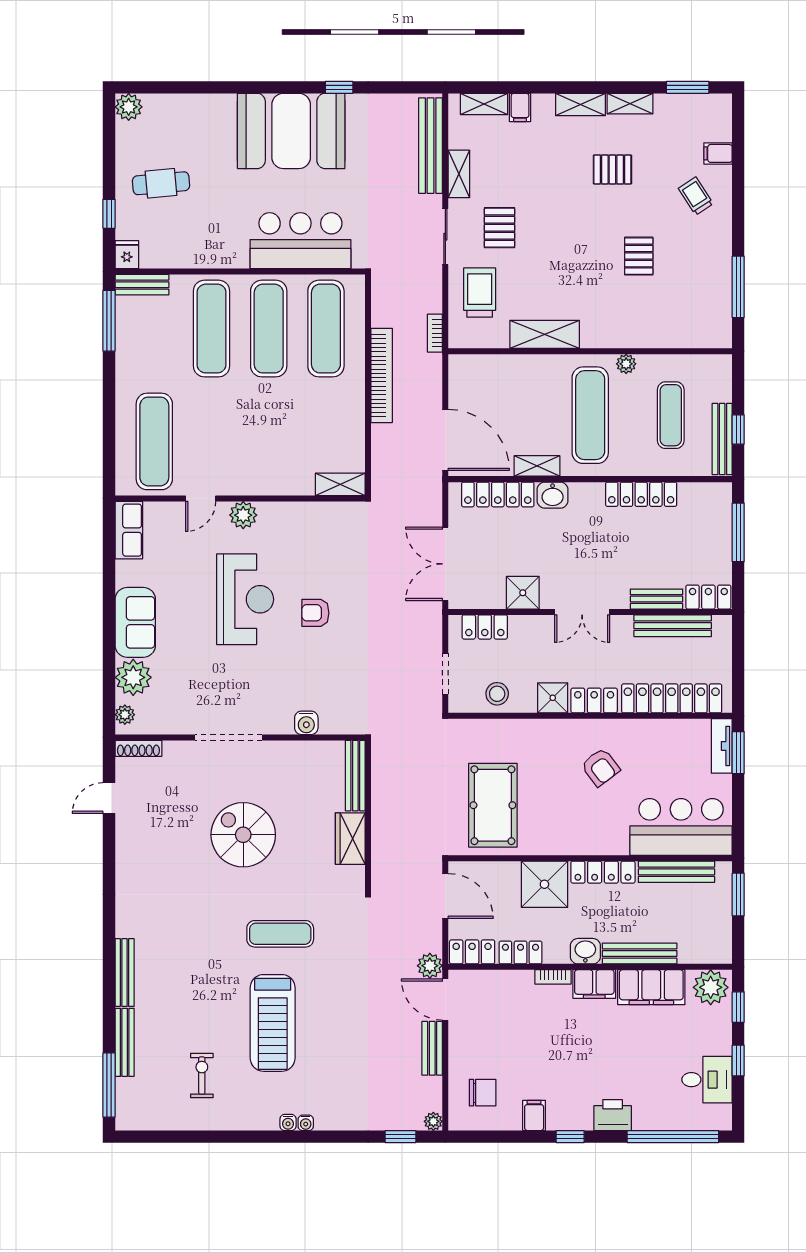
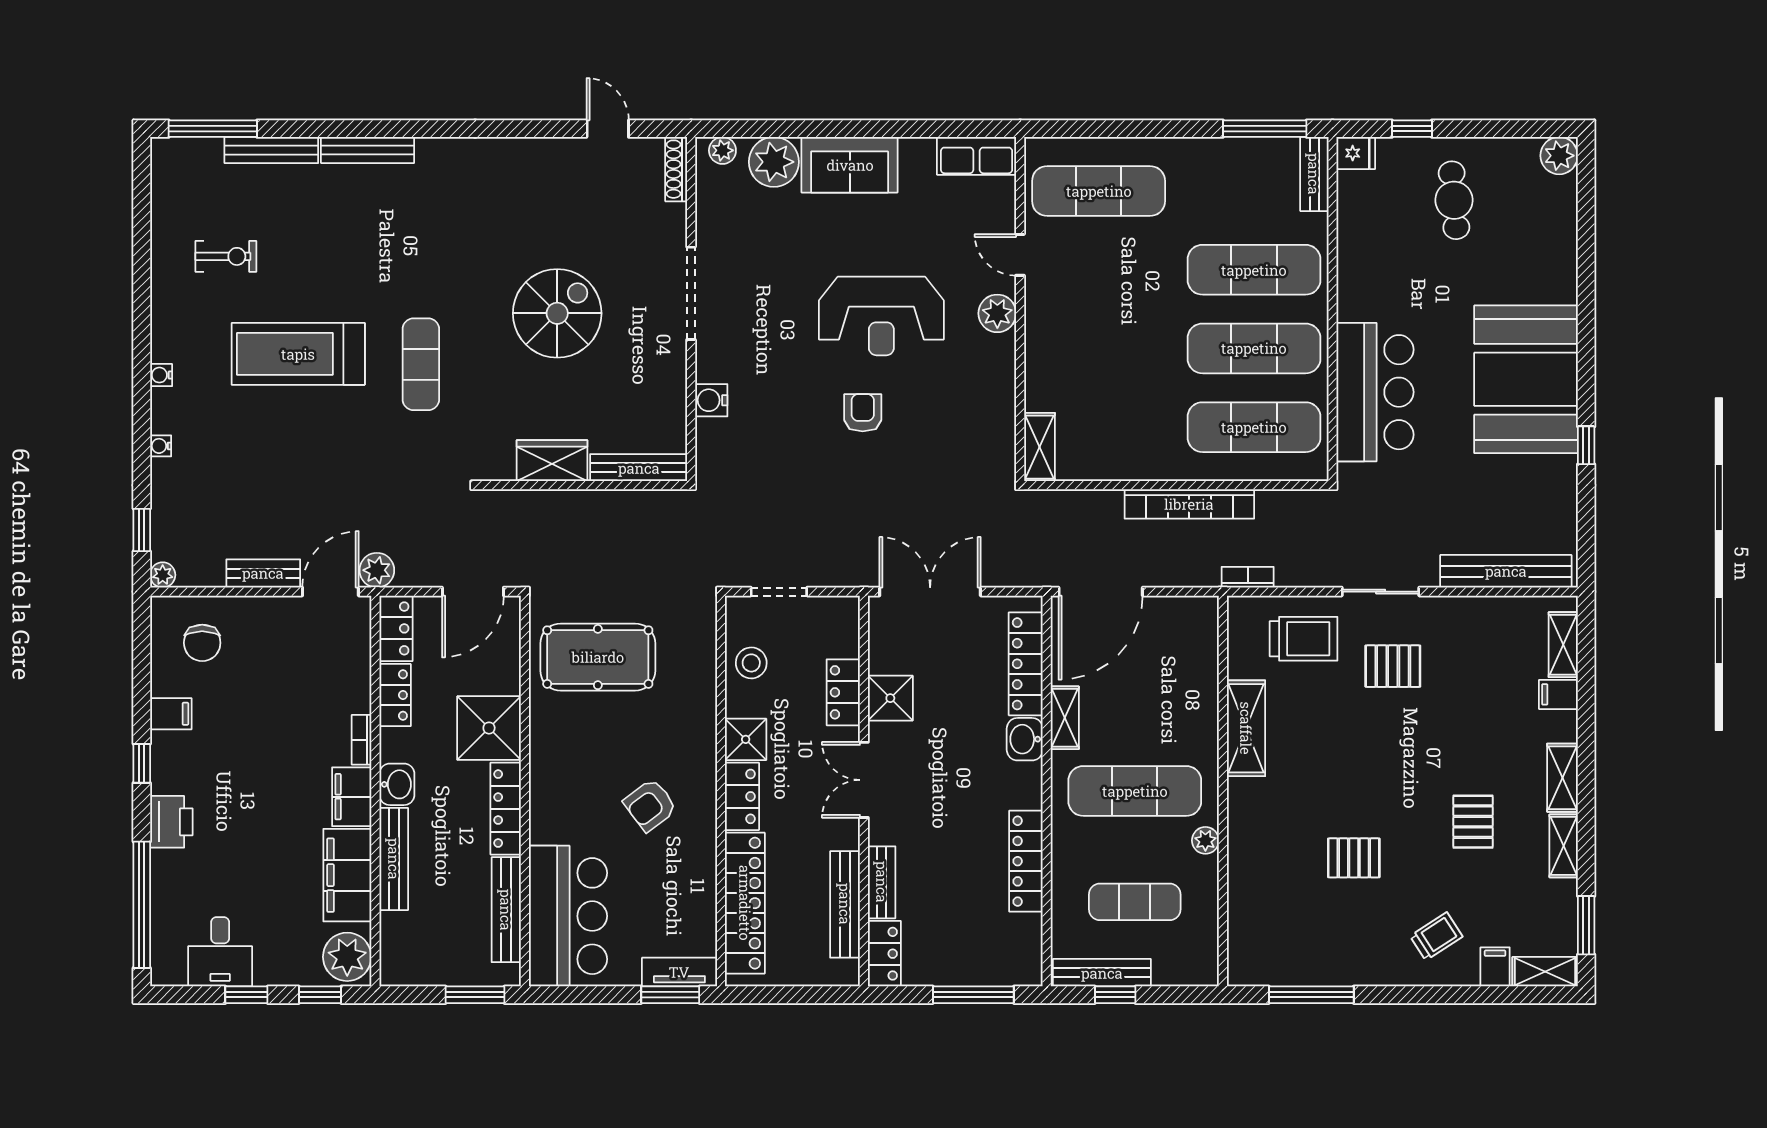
shelving: (459, 174) -> (1545, 972), moved
locker: (485, 627) -> (843, 692), moved
water cooler: (306, 1123) -> (161, 446), moved

